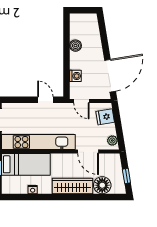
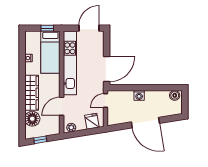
boiler: (75, 46) -> (175, 95), moved
washing machine: (75, 76) -> (139, 95), moved
door: (110, 76) -> (145, 123), moved
door: (45, 100) -> (107, 69), width x1.88

